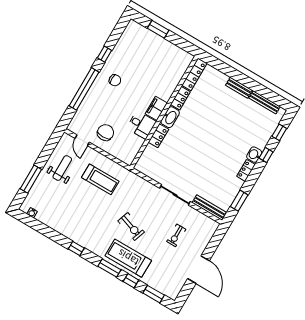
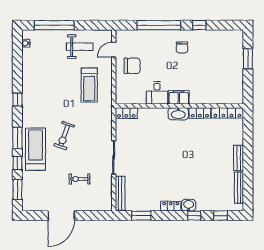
locker: (158, 136) -> (126, 113), moved
window: (31, 179) -> (54, 25), width x1.46

